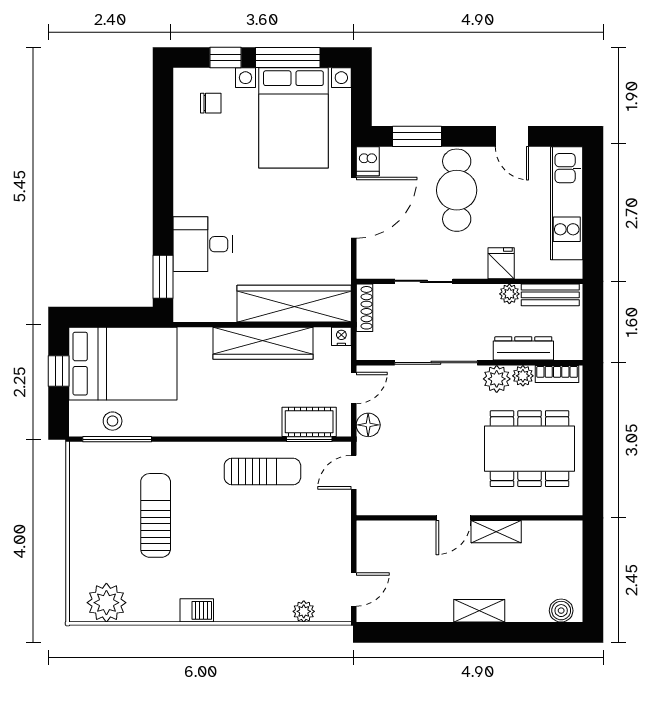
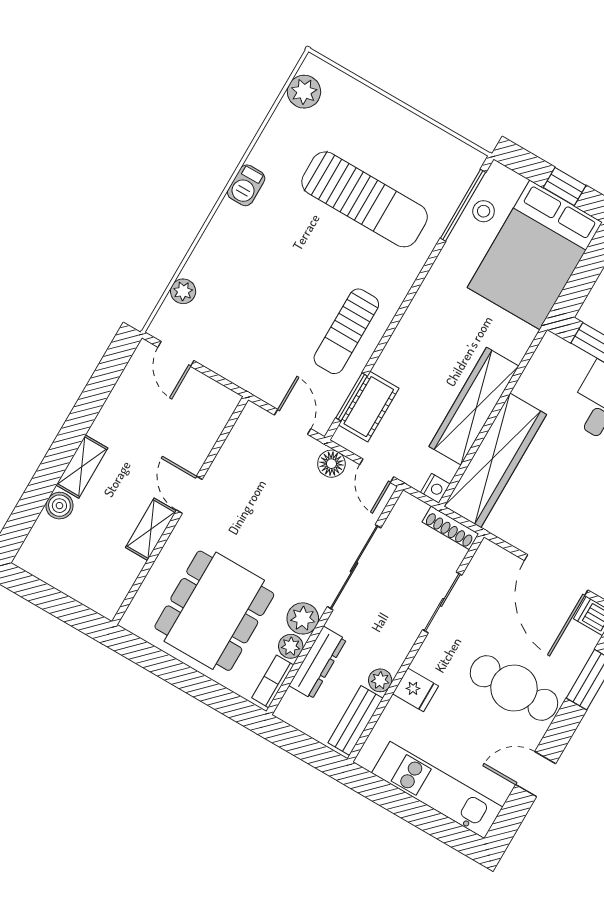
sun lounger: (156, 515) -> (365, 199), width x1.36, depth x1.34
plant: (106, 603) -> (304, 92), width x0.73, depth x0.73
boiler: (561, 611) -> (59, 506), moved

